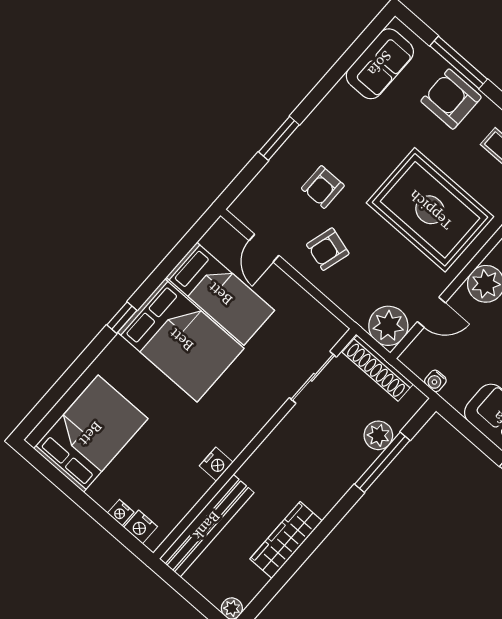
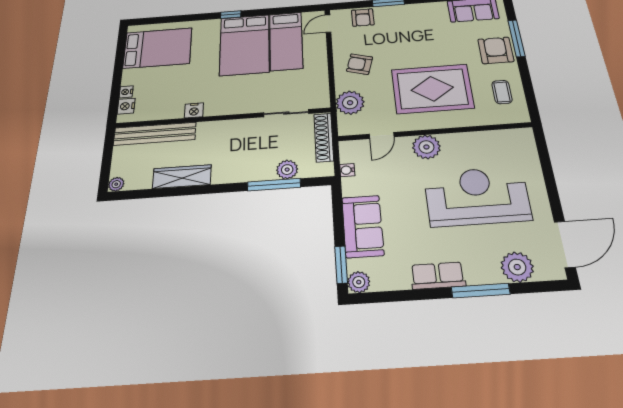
armchair: (323, 187) -> (363, 18), moved, turned -90
rug: (430, 210) -> (432, 89), turned 90
door: (264, 248) -> (328, 24), moved
door: (431, 312) -> (382, 135), hinge flipped
plant: (388, 326) -> (350, 103), moved

